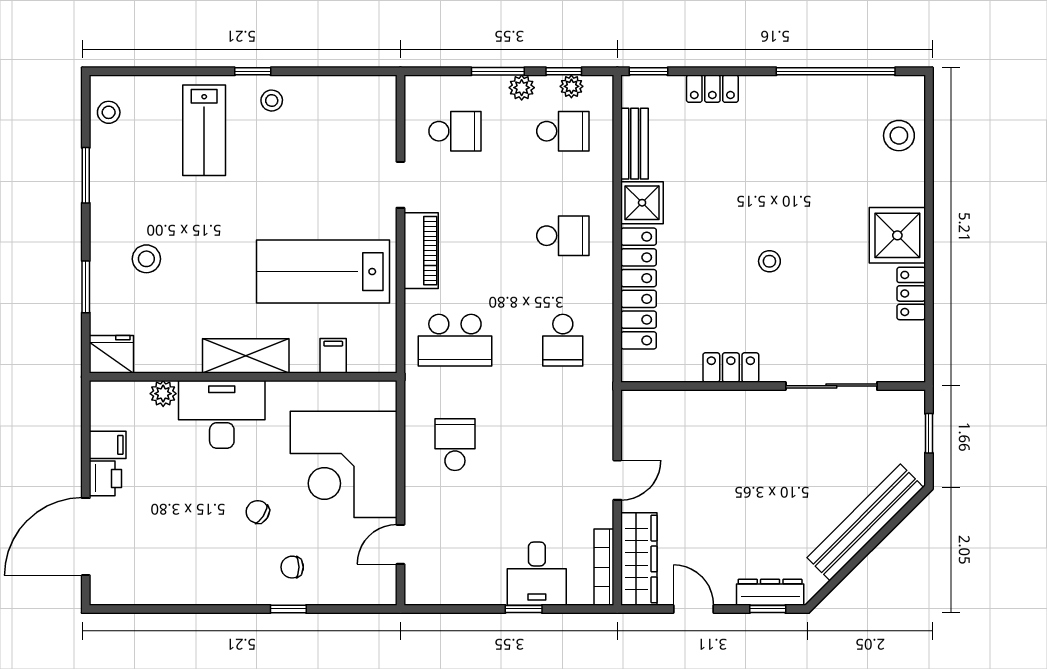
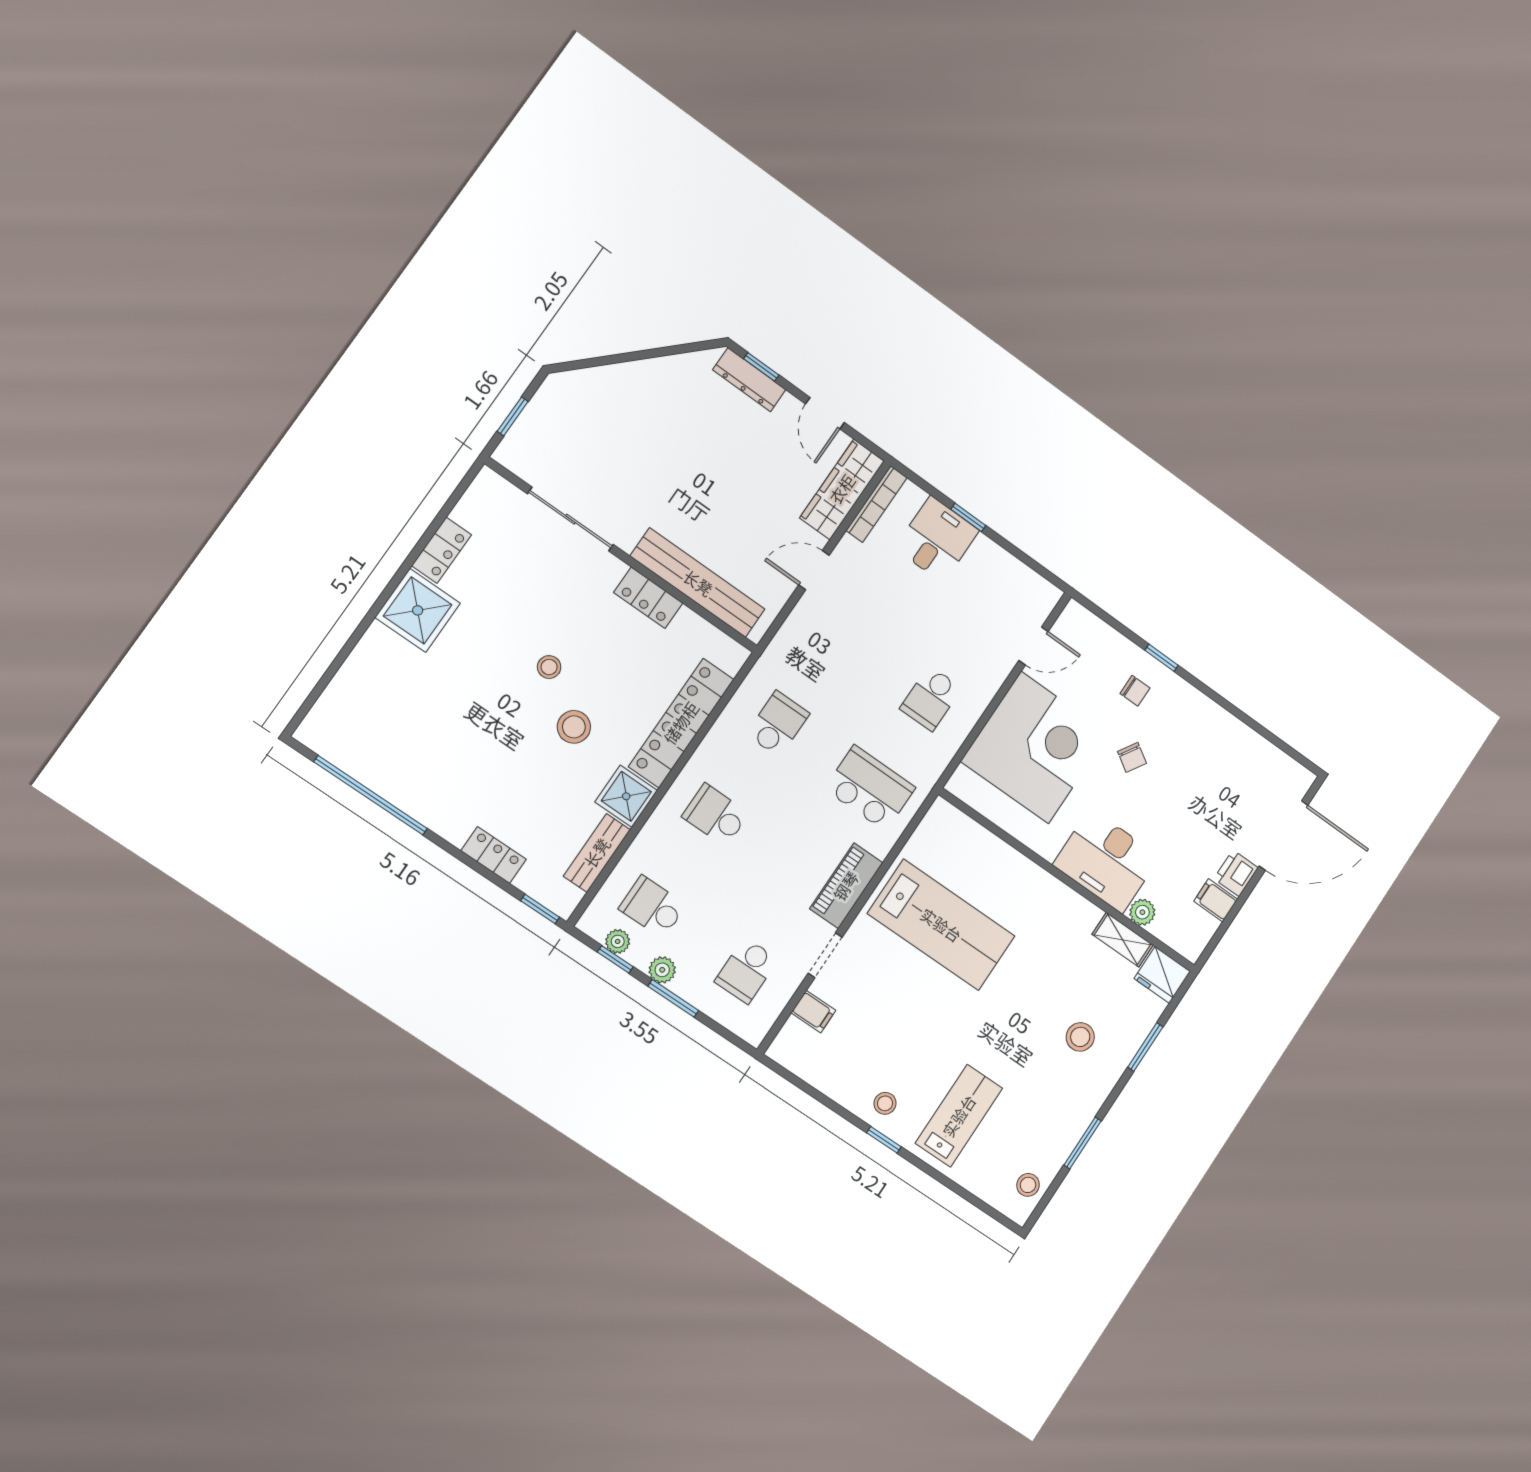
school desk: (455, 131) -> (746, 971), turned -90
stool: (899, 136) -> (574, 727), moved
shelving: (246, 356) -> (1123, 940), moved, width x0.67, depth x0.75
filing cabinet: (333, 356) -> (813, 1012), moved, turned -90
bench: (865, 522) -> (698, 583), moved, turned 45

